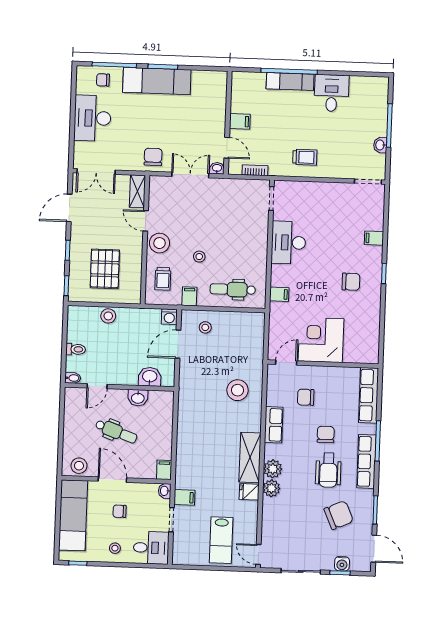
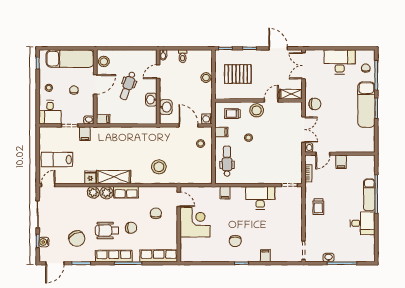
door: (97, 386) -> (158, 72), hinge flipped
row of seats: (274, 425) -> (126, 192), moved

